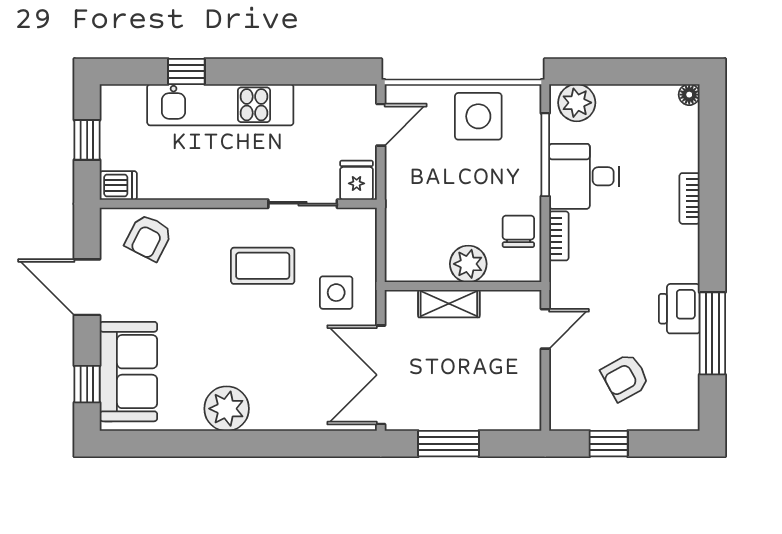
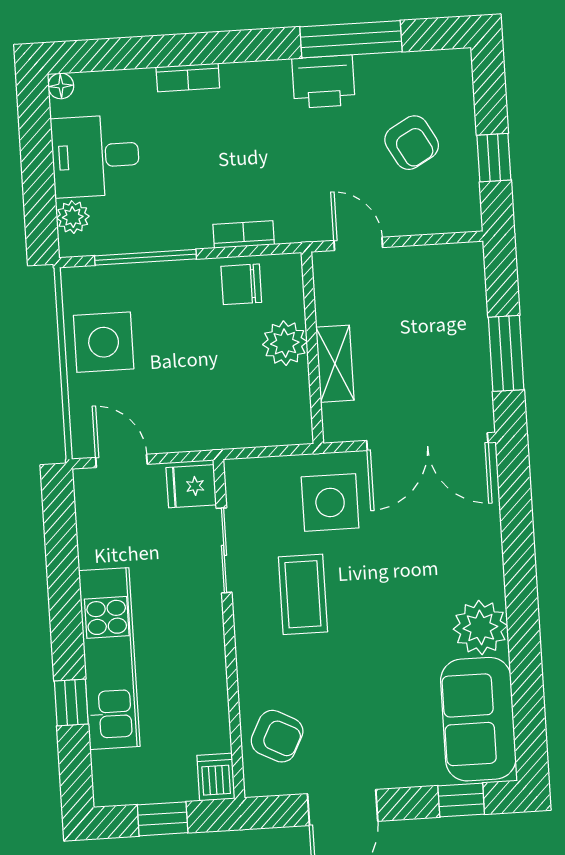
plant: (577, 103) -> (73, 217), width x0.73, depth x0.73
desk: (584, 176) -> (95, 156), moved, turned 90
side table: (336, 293) -> (330, 502), width x1.37, depth x1.37
sofa: (128, 372) -> (478, 719), moved, turned -90

